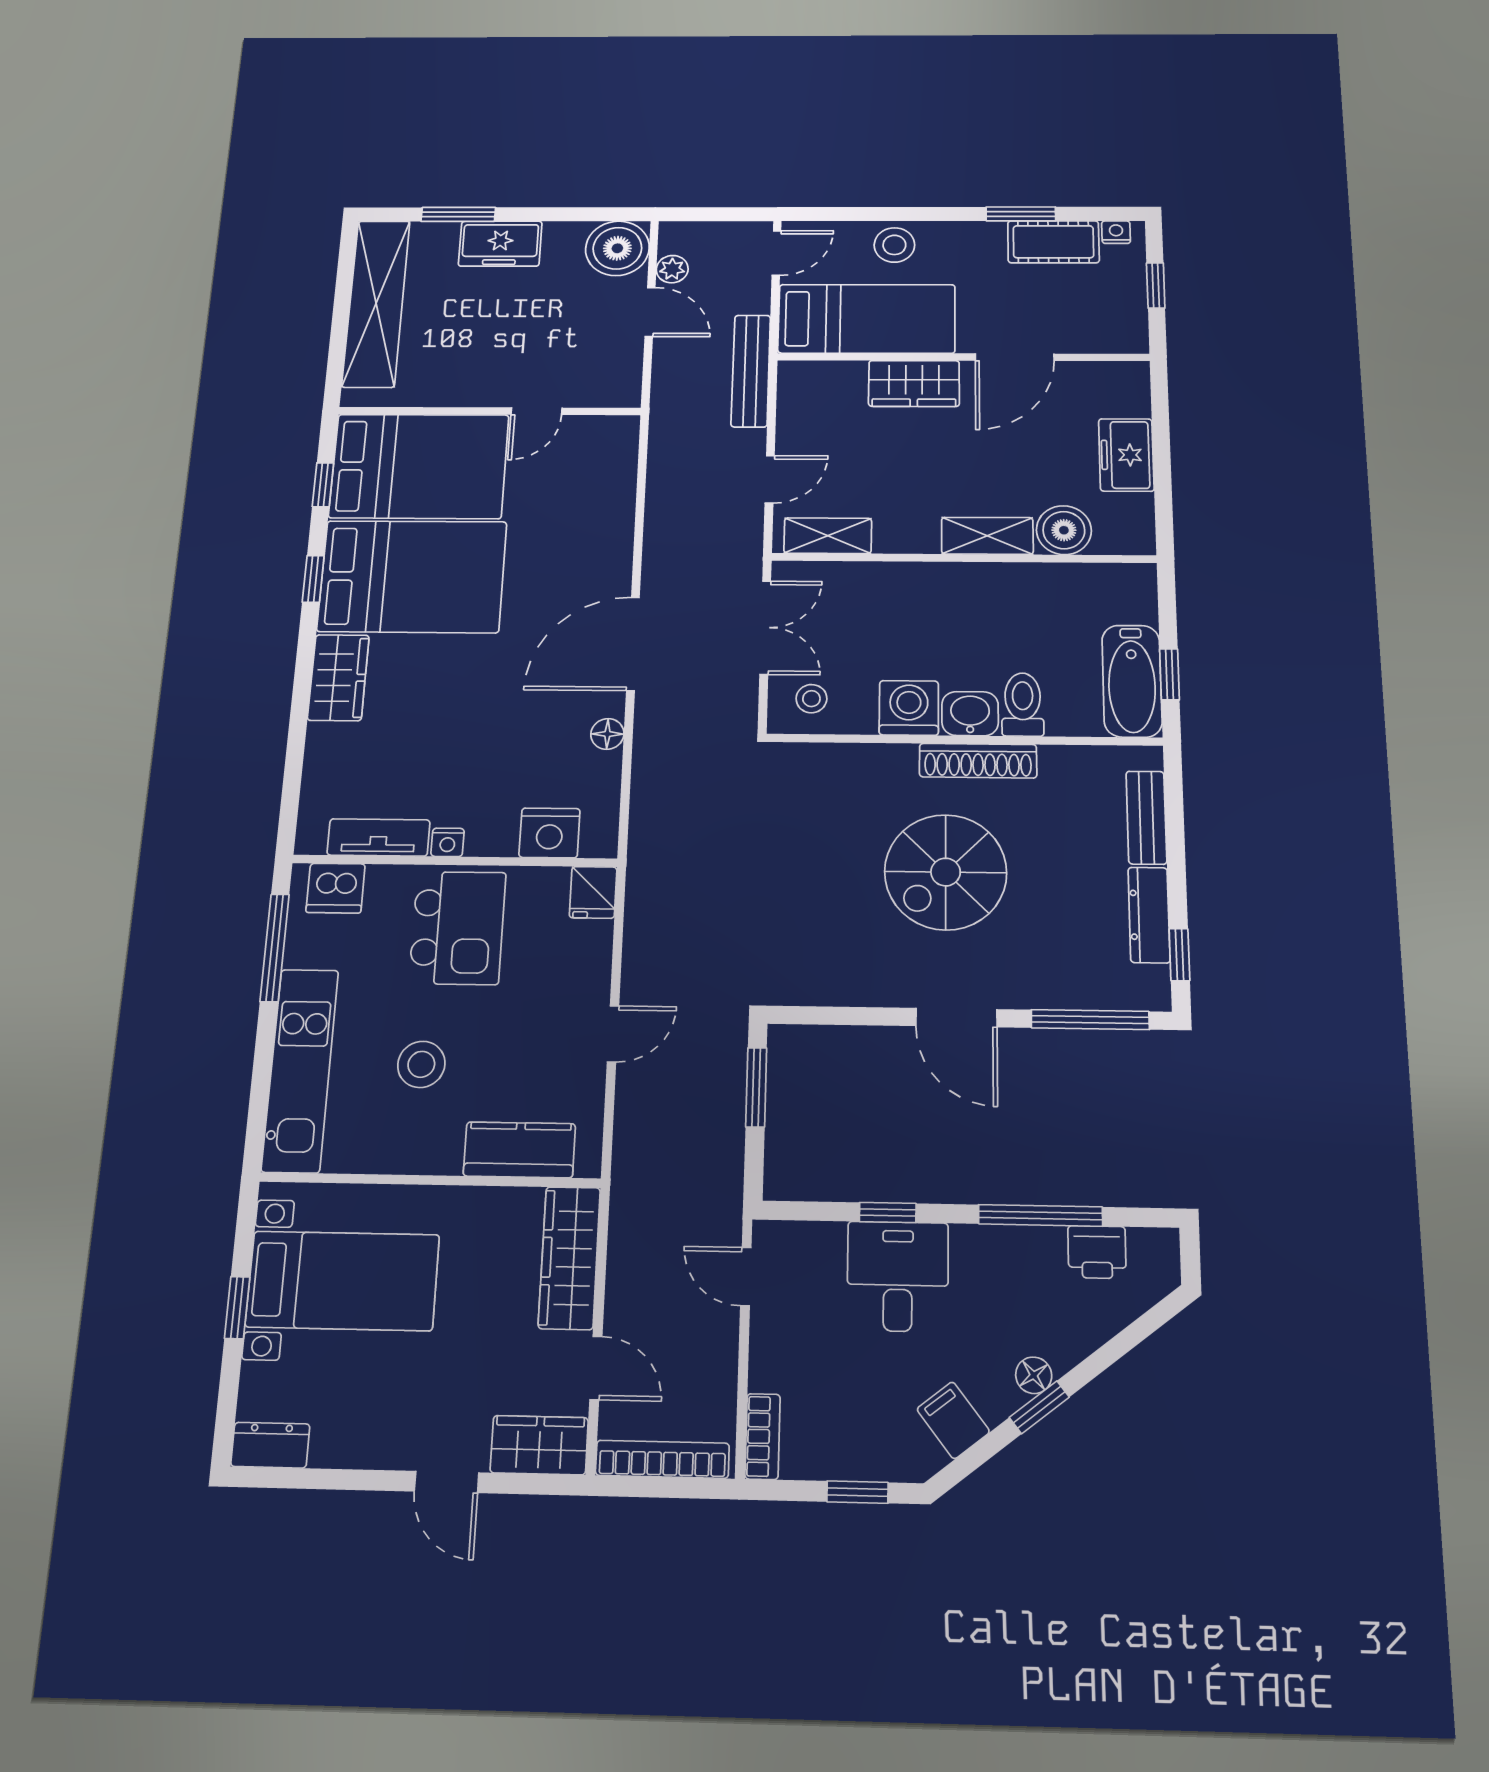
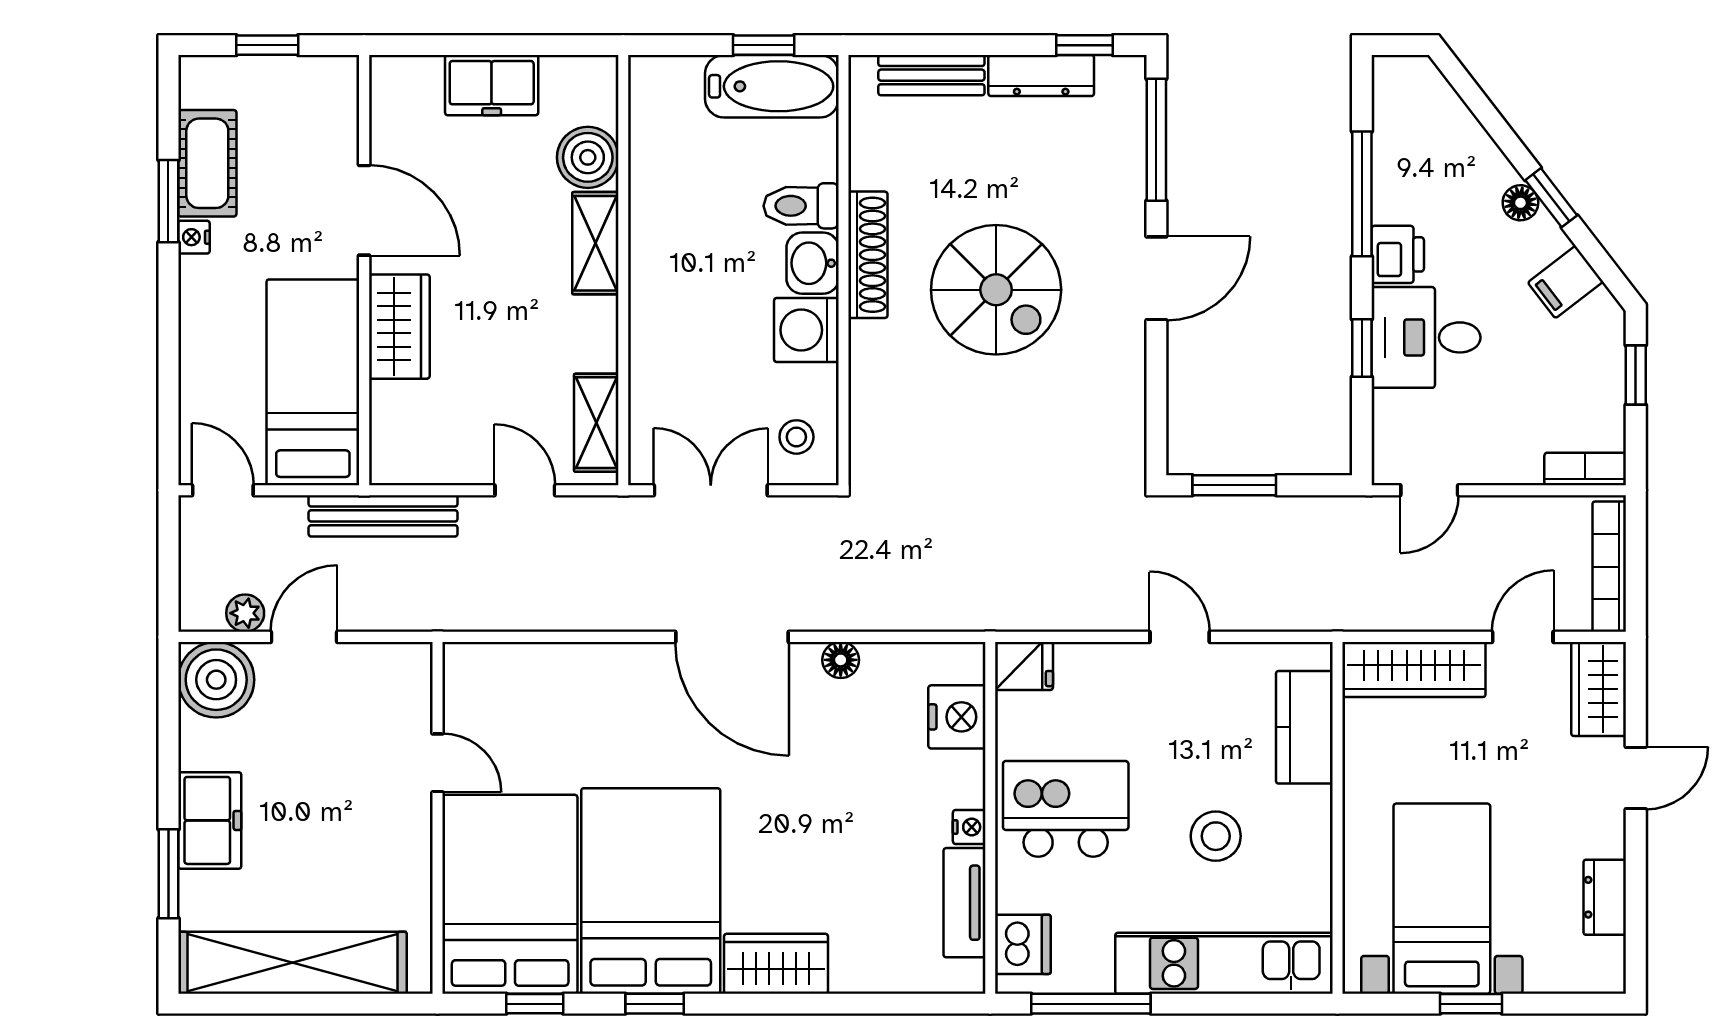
nightstand: (1116, 232) -> (194, 237), moved
stool: (894, 245) -> (212, 351), removed
printer: (1097, 1252) -> (1398, 254), moved
dresser: (270, 1445) -> (1605, 897), moved

